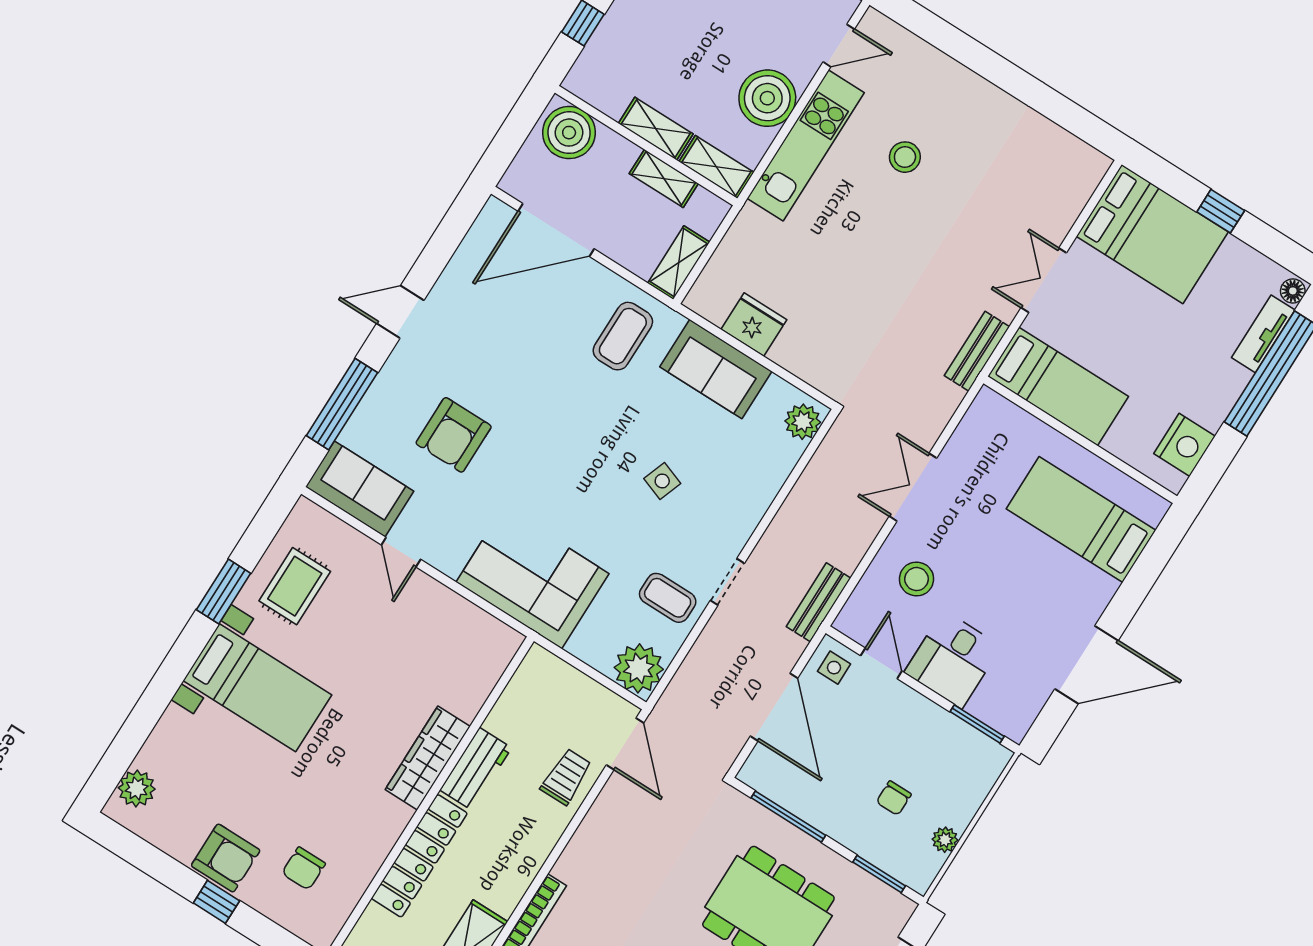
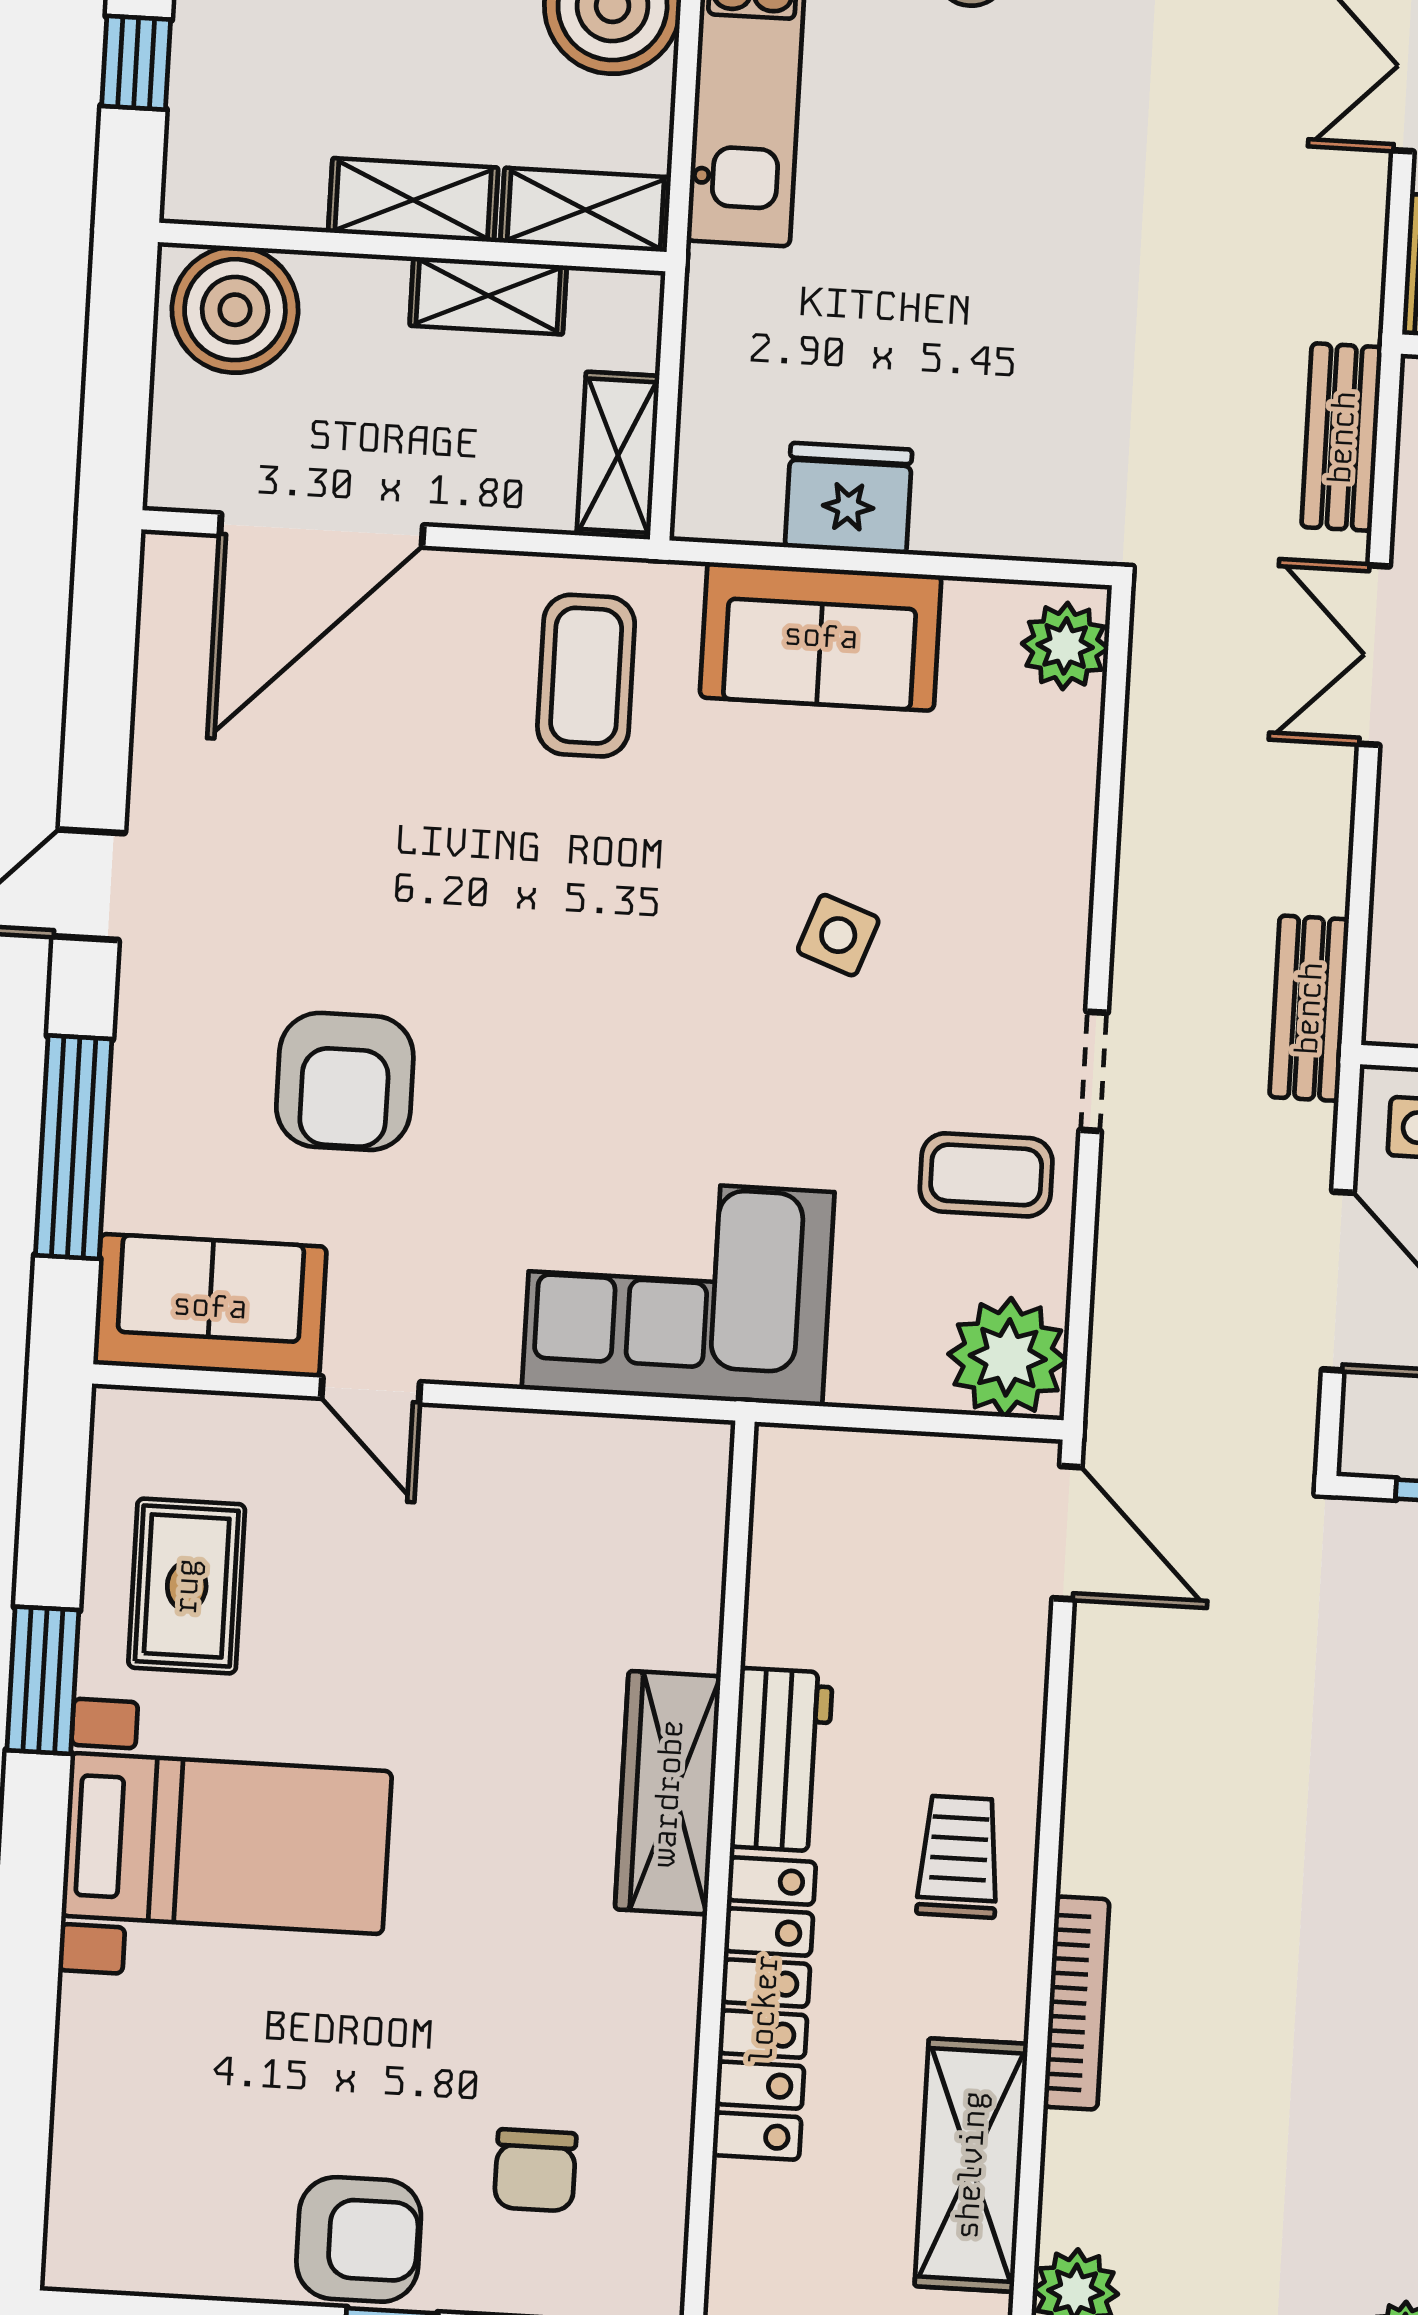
bench: (977, 351) -> (1342, 437), moved
trolley: (566, 777) -> (959, 1857), moved
plant: (137, 788) -> (90, 2197), removed

